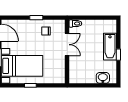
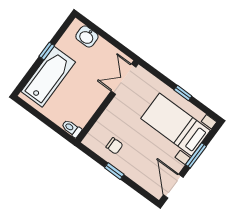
double door: (67, 45) -> (123, 79), moved
bathtub: (110, 47) -> (48, 77), width x1.36, depth x1.36

